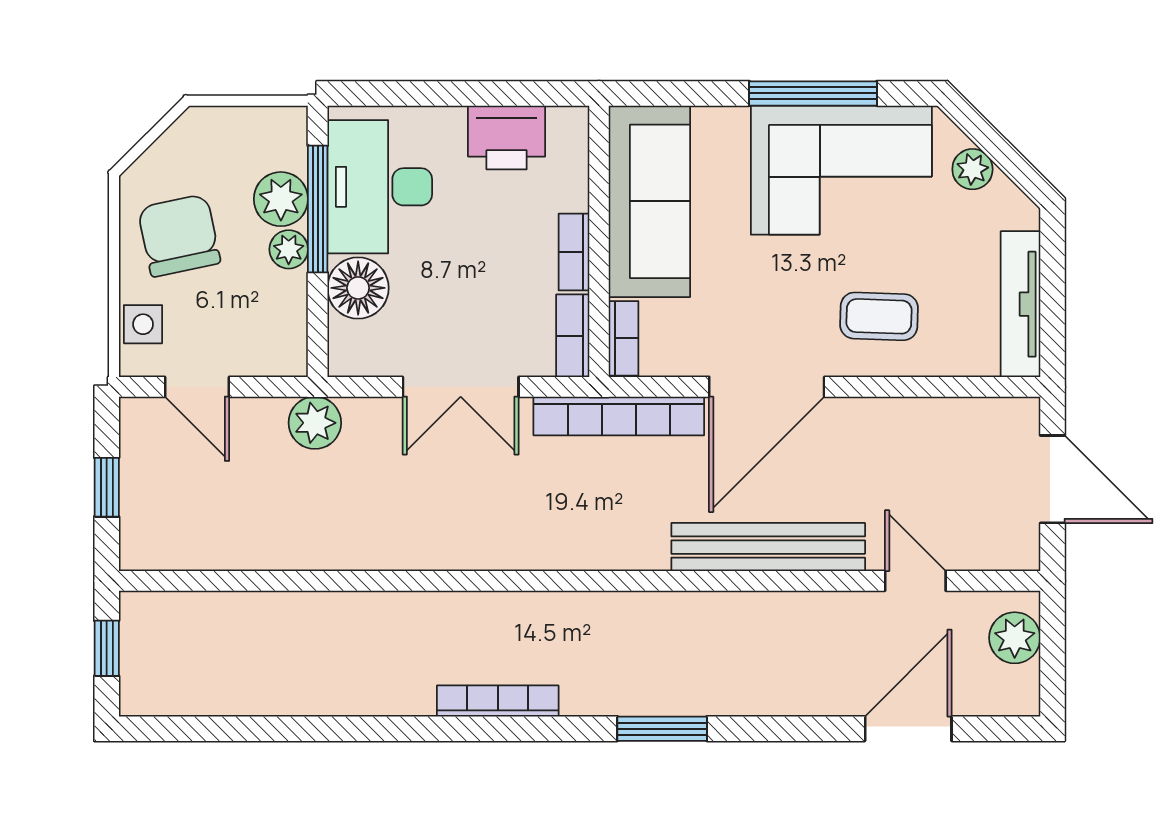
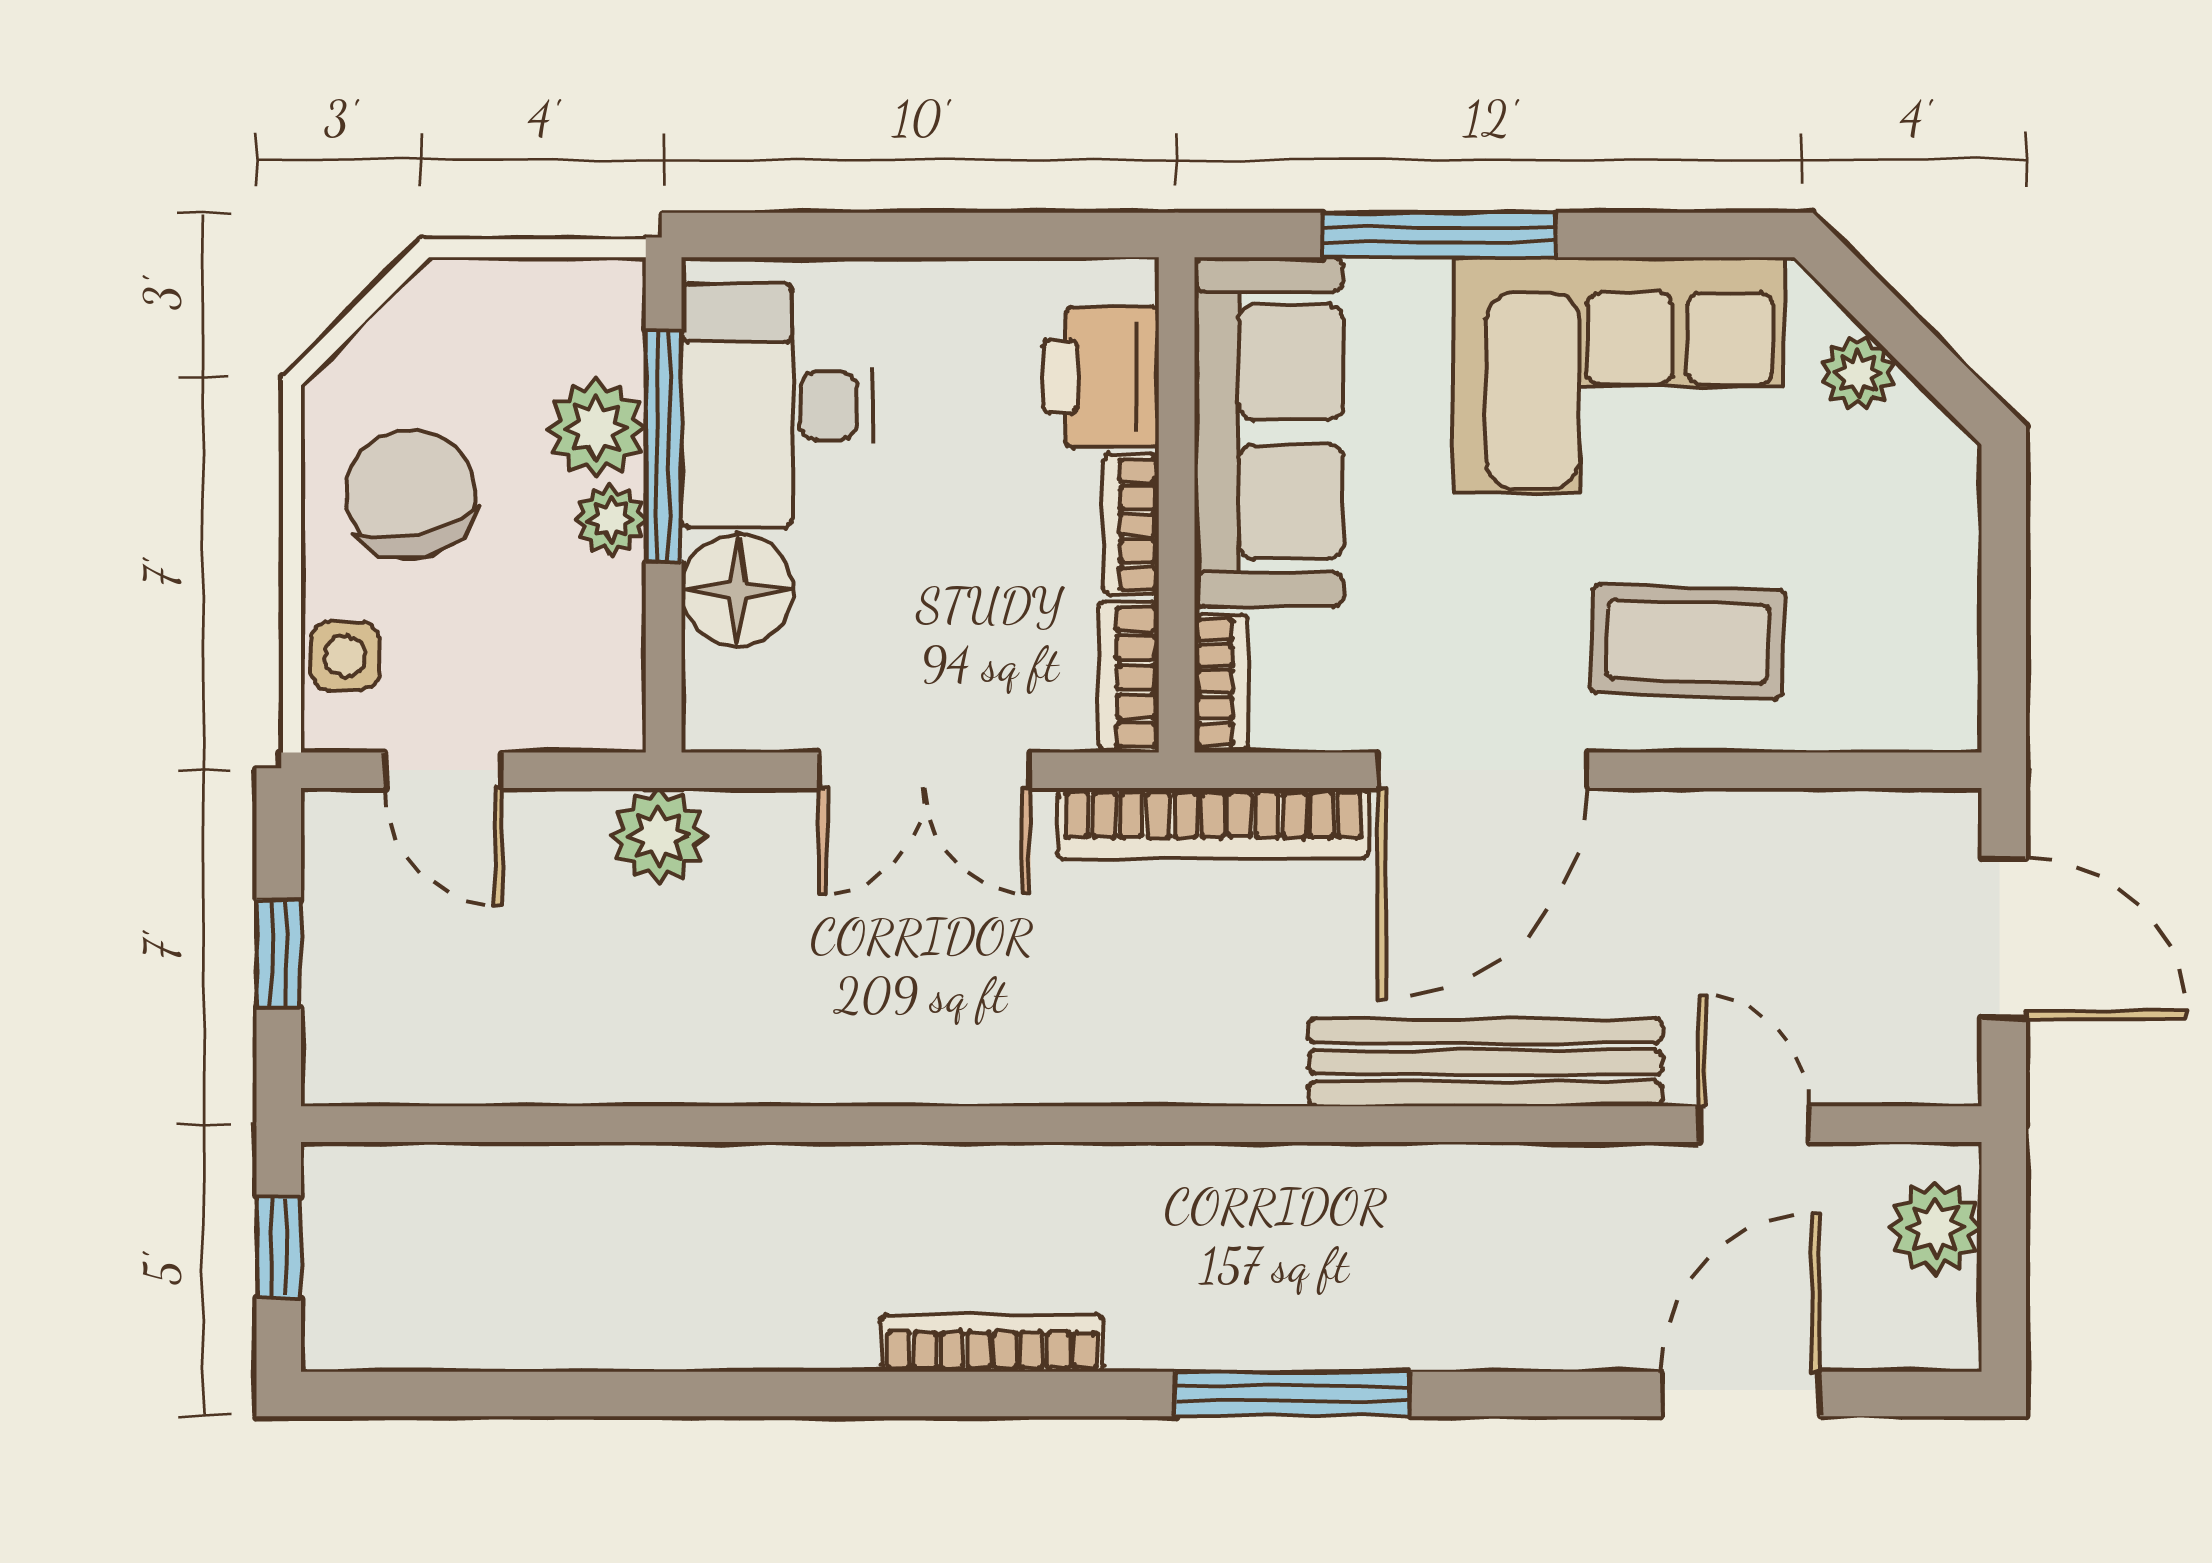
window: (813, 93) -> (1439, 235), moved
printer: (507, 137) -> (1101, 377), moved, turned 90
tv unit: (1021, 304) -> (1946, 619), removed
coffee table: (879, 316) -> (1688, 642), width x1.36, depth x1.30
window: (662, 729) -> (1292, 1394), width x1.44

